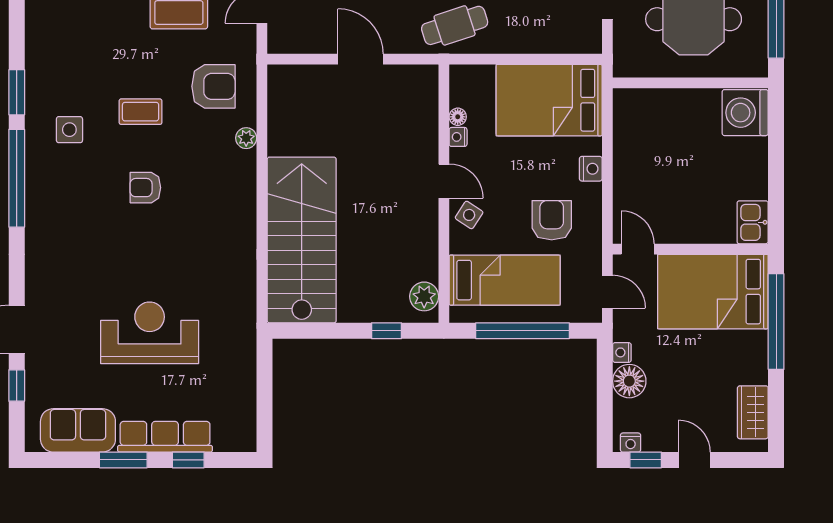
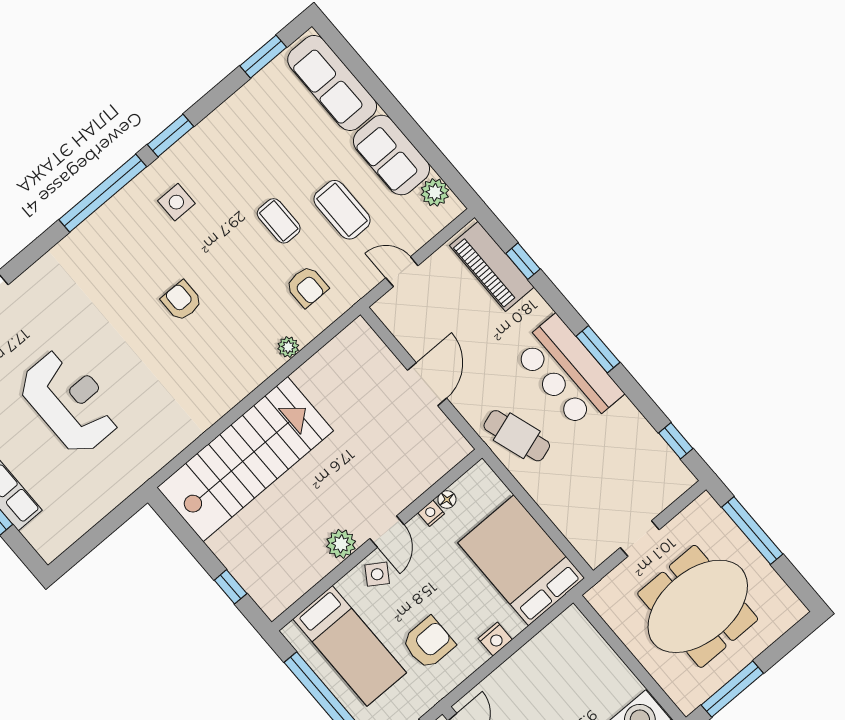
armchair: (213, 86) -> (307, 287), width x0.72, depth x0.72
coffee table: (141, 112) -> (279, 221), moved
plant: (424, 296) -> (341, 544), moved

